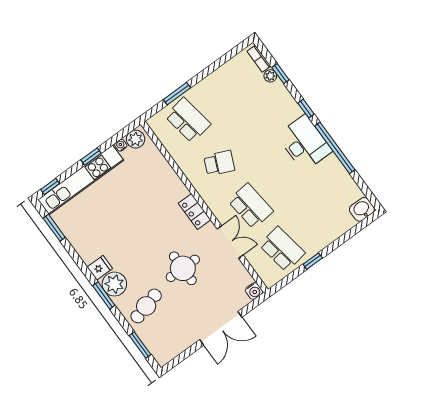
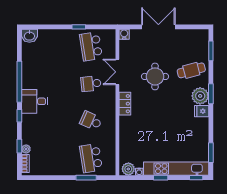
desk: (304, 143) -> (35, 101), width x0.73
school desk: (251, 206) -> (91, 84), width x0.54

